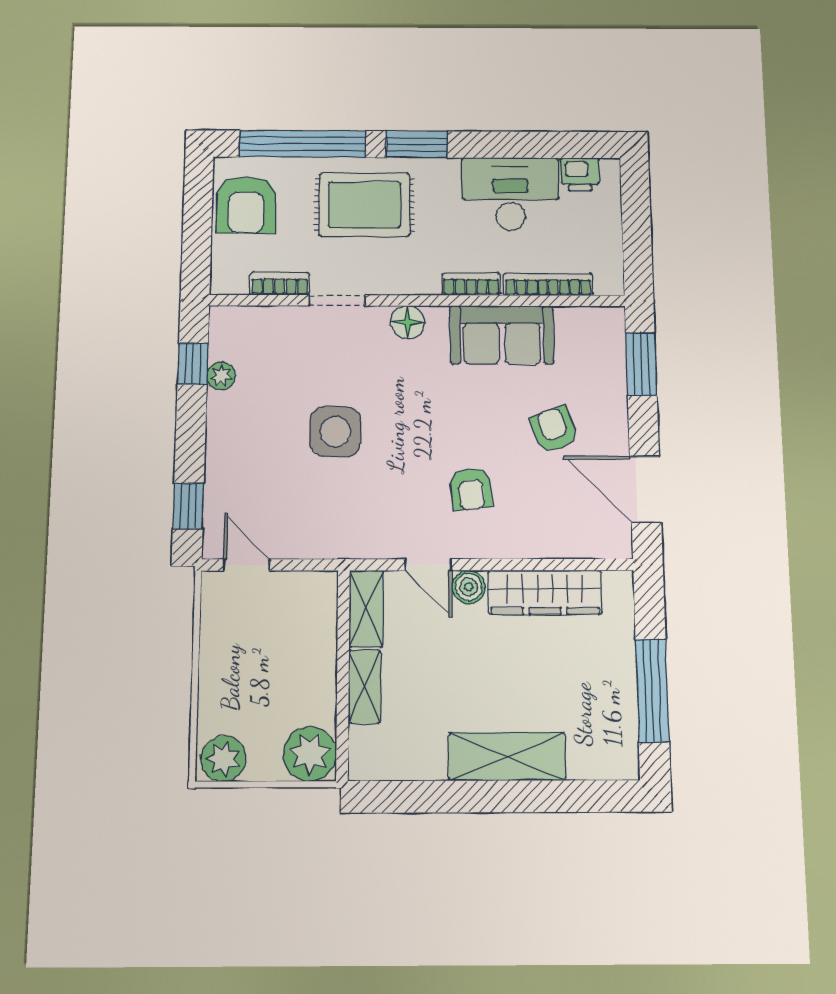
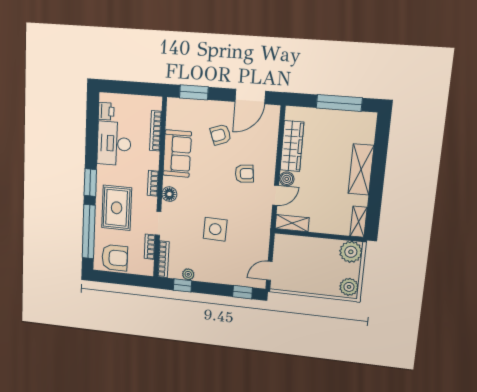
bookcase: (471, 284) -> (153, 183), moved
bookcase: (252, 316) -> (163, 259), added
shelving: (365, 687) -> (358, 222), moved, turned 90

